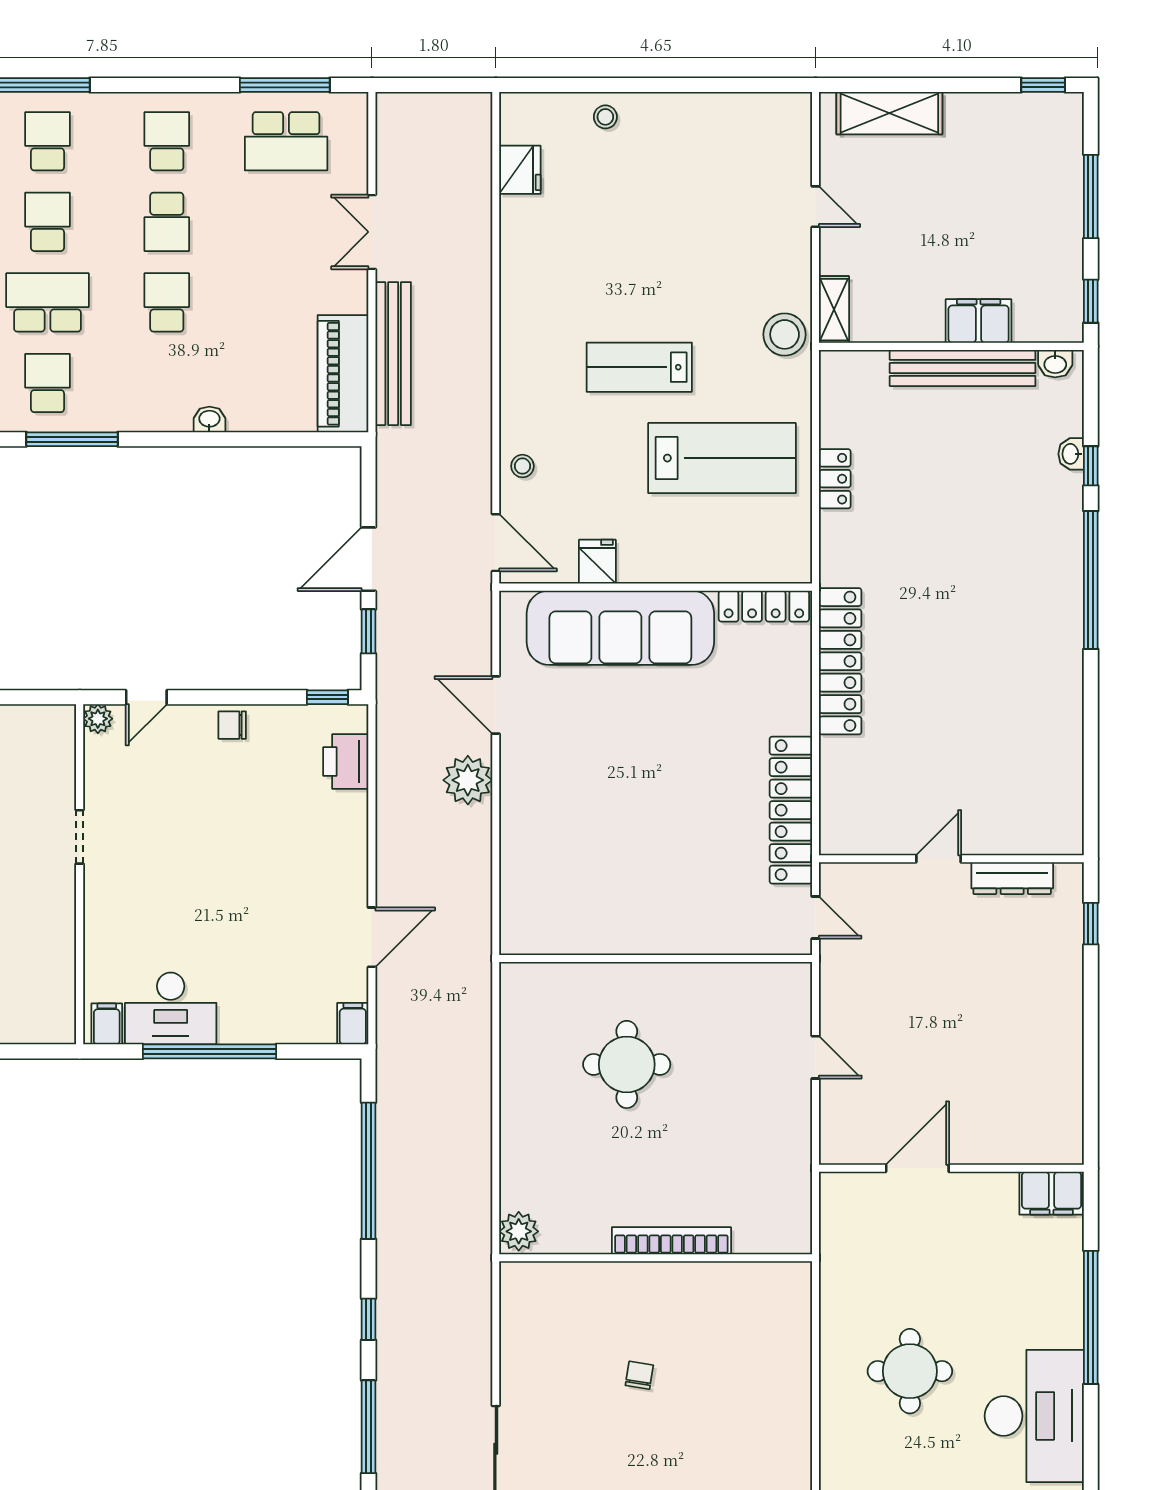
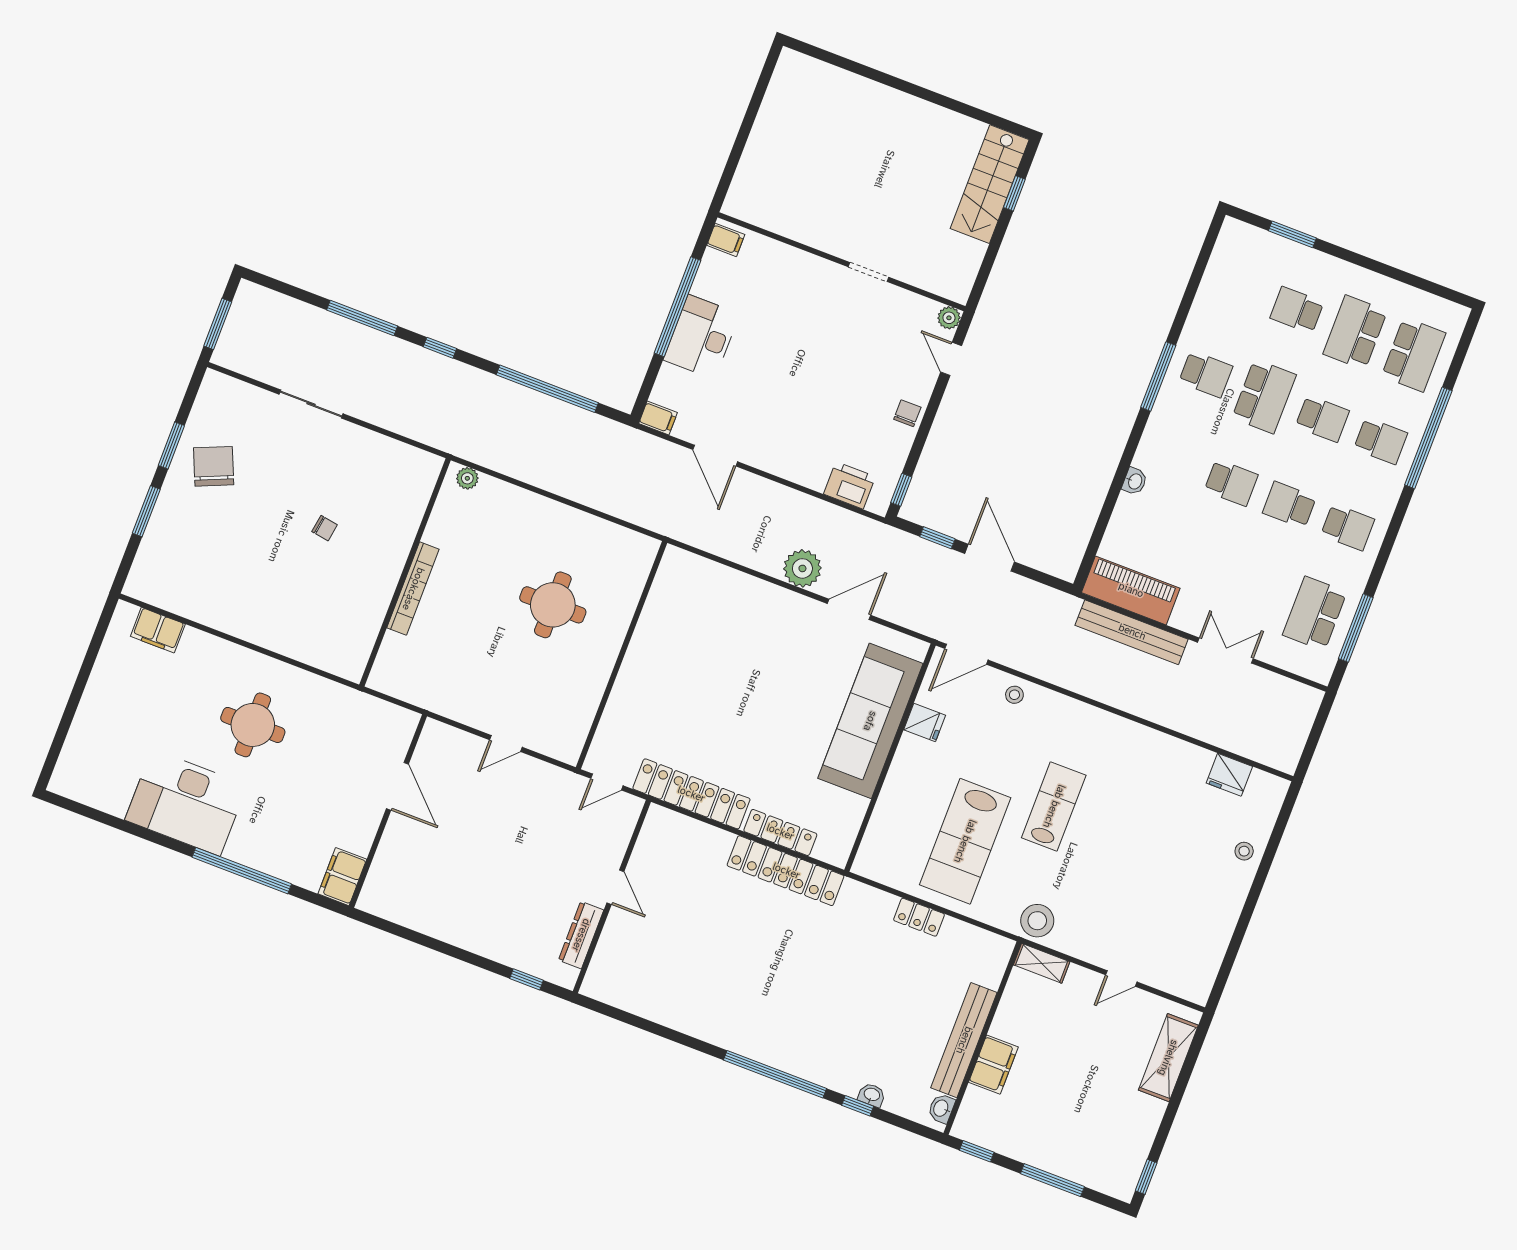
locker: (764, 606) -> (780, 832), moved, turned 90
desk: (171, 1009) -> (702, 337), moved
plant: (519, 1231) -> (467, 478), width x0.73, depth x0.73

